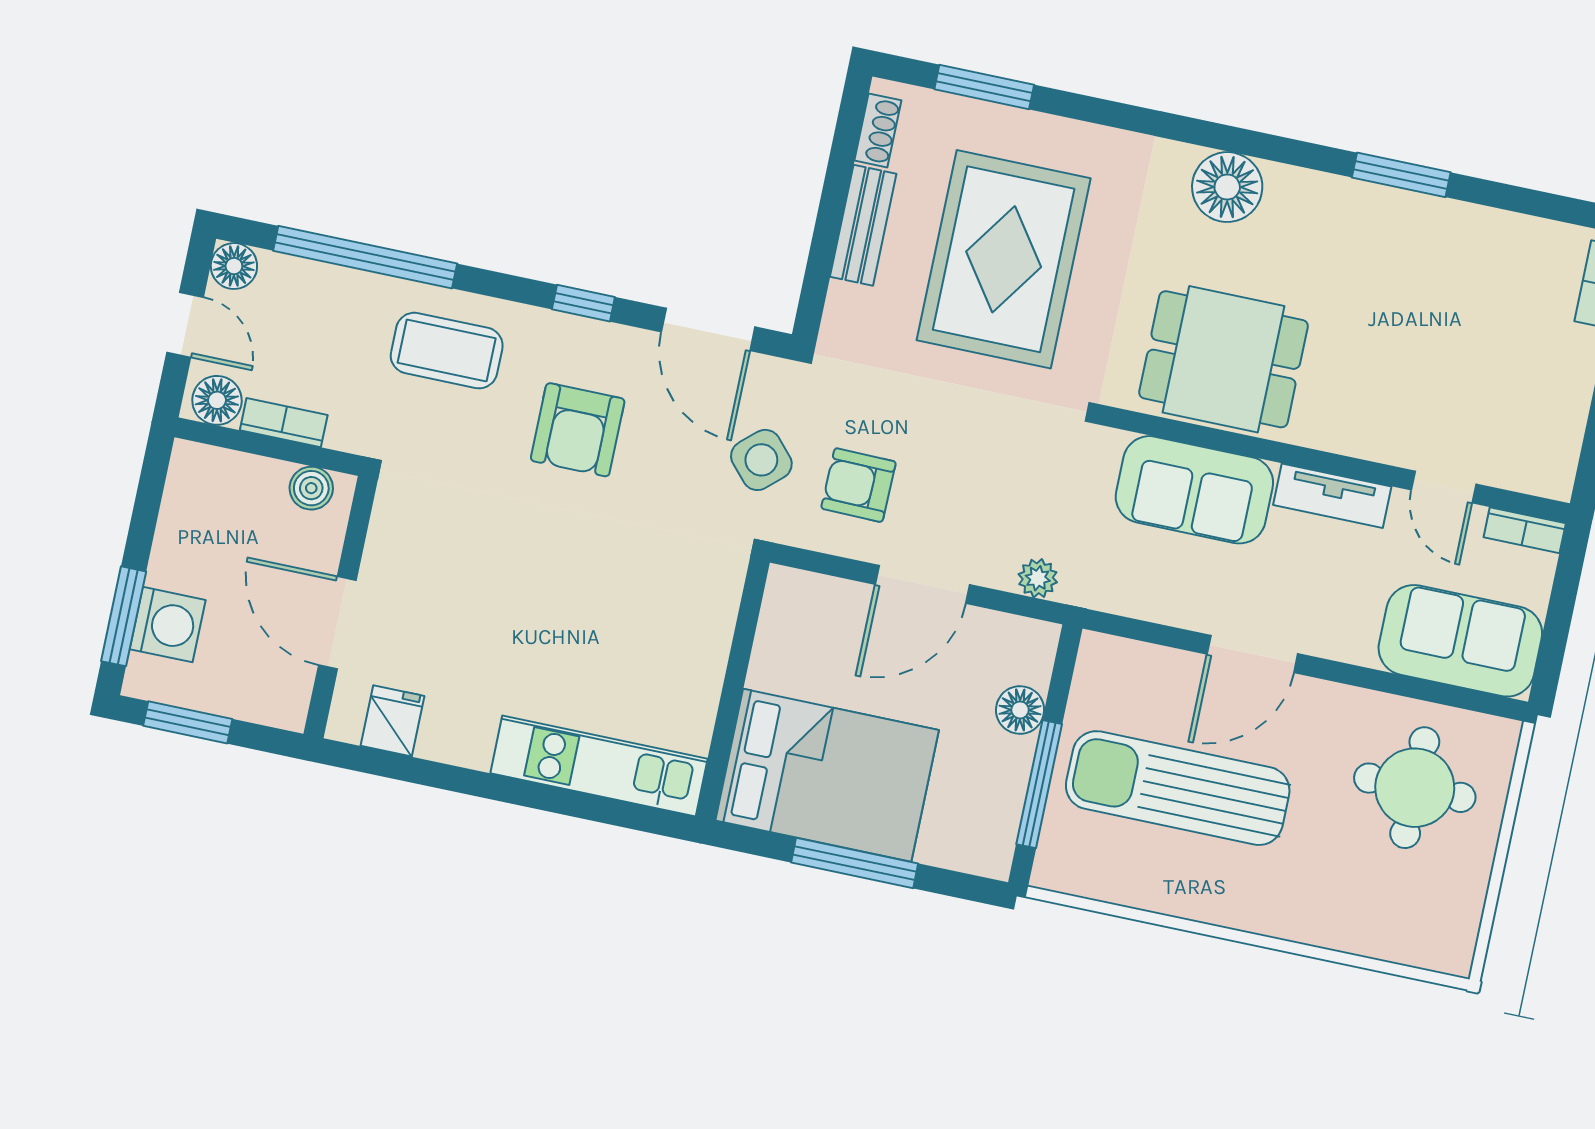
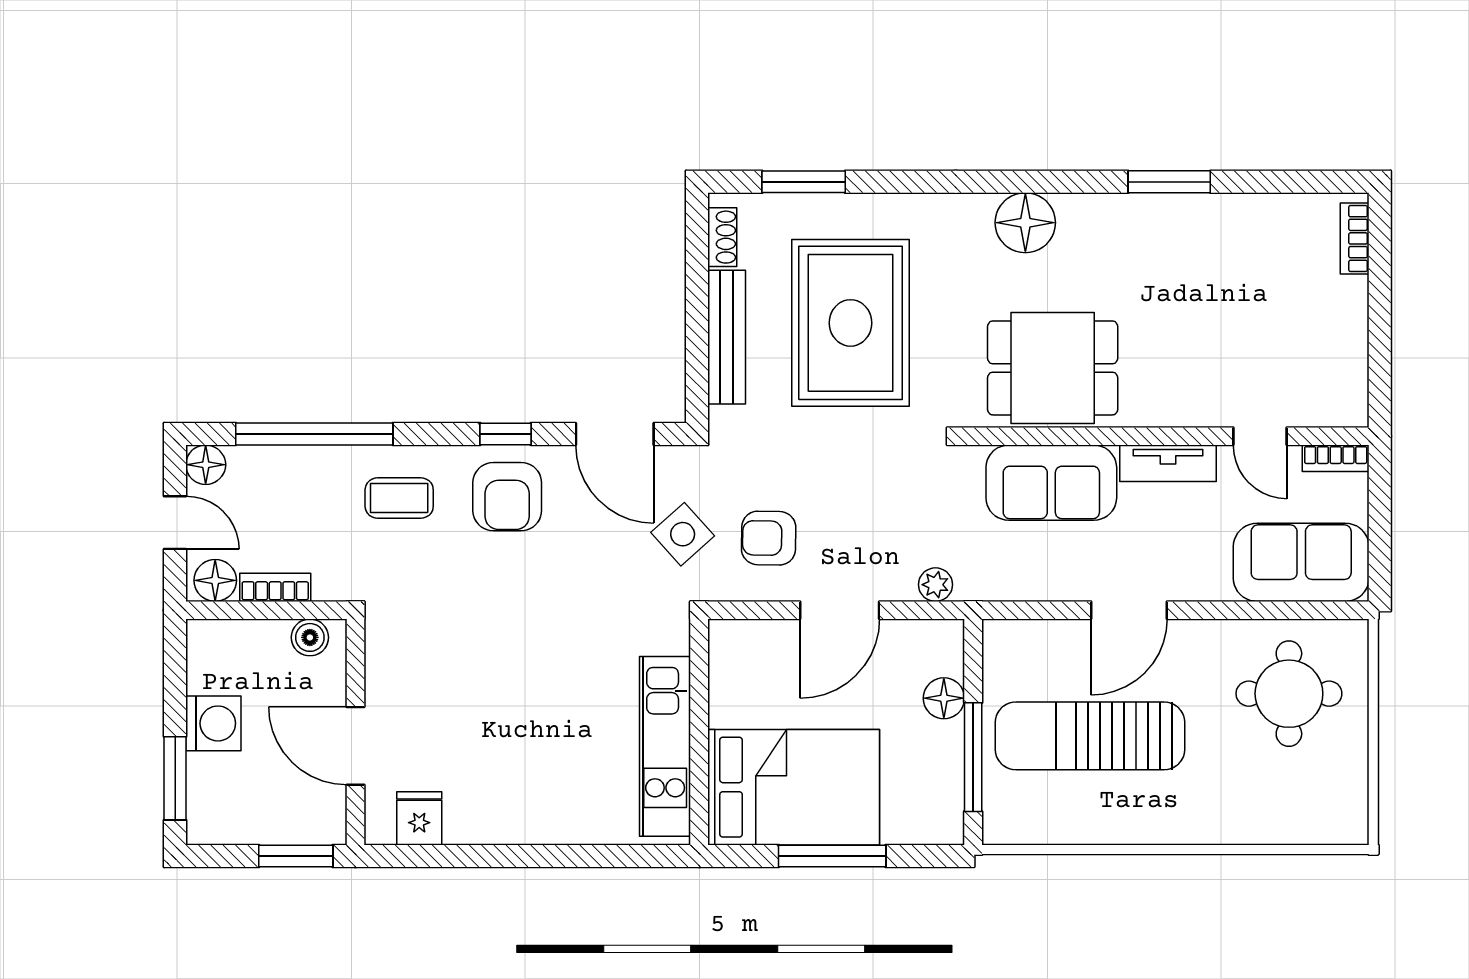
bench: (863, 225) -> (727, 337), width x1.36
coffee table: (447, 351) -> (399, 498), width x0.73, depth x0.77
armchair: (578, 430) -> (507, 497), moved
washing machine: (168, 625) -> (213, 723), moved
window: (188, 722) -> (296, 856), moved
kitchen unit: (599, 766) -> (665, 746), moved, turned -90

